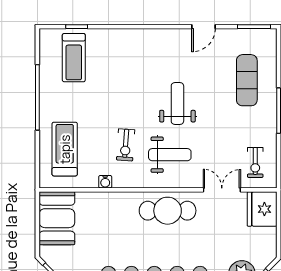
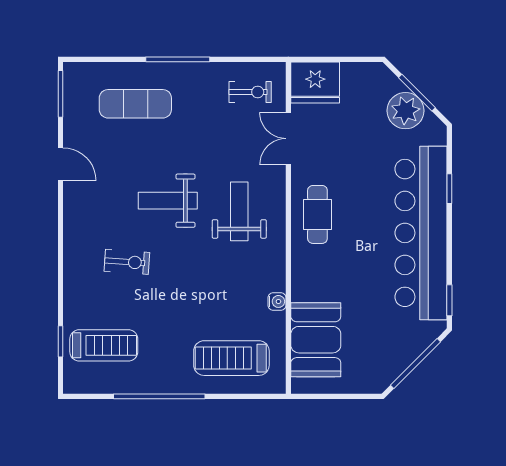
exercise bike: (126, 145) -> (127, 262), moved
cafe table: (168, 211) -> (317, 214), width x0.73, depth x0.74
booth: (57, 218) -> (316, 340), moved, turned 90

